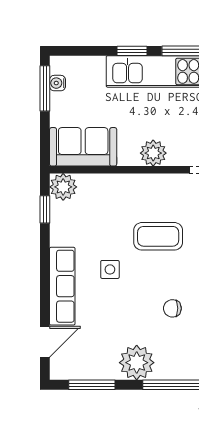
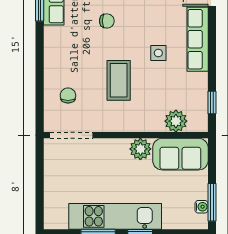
plant: (153, 153) -> (140, 149), moved
plant: (63, 187) -> (176, 121), moved
coffee table: (158, 236) -> (119, 80), turned 90

